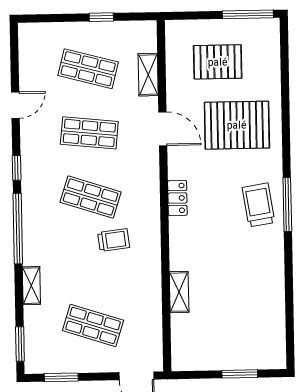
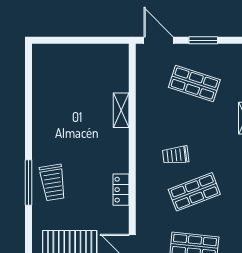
shop shelf: (91, 197) -> (194, 192), turned -39
window: (240, 374) -> (71, 40), removed
window: (61, 377) -> (203, 40), moved

